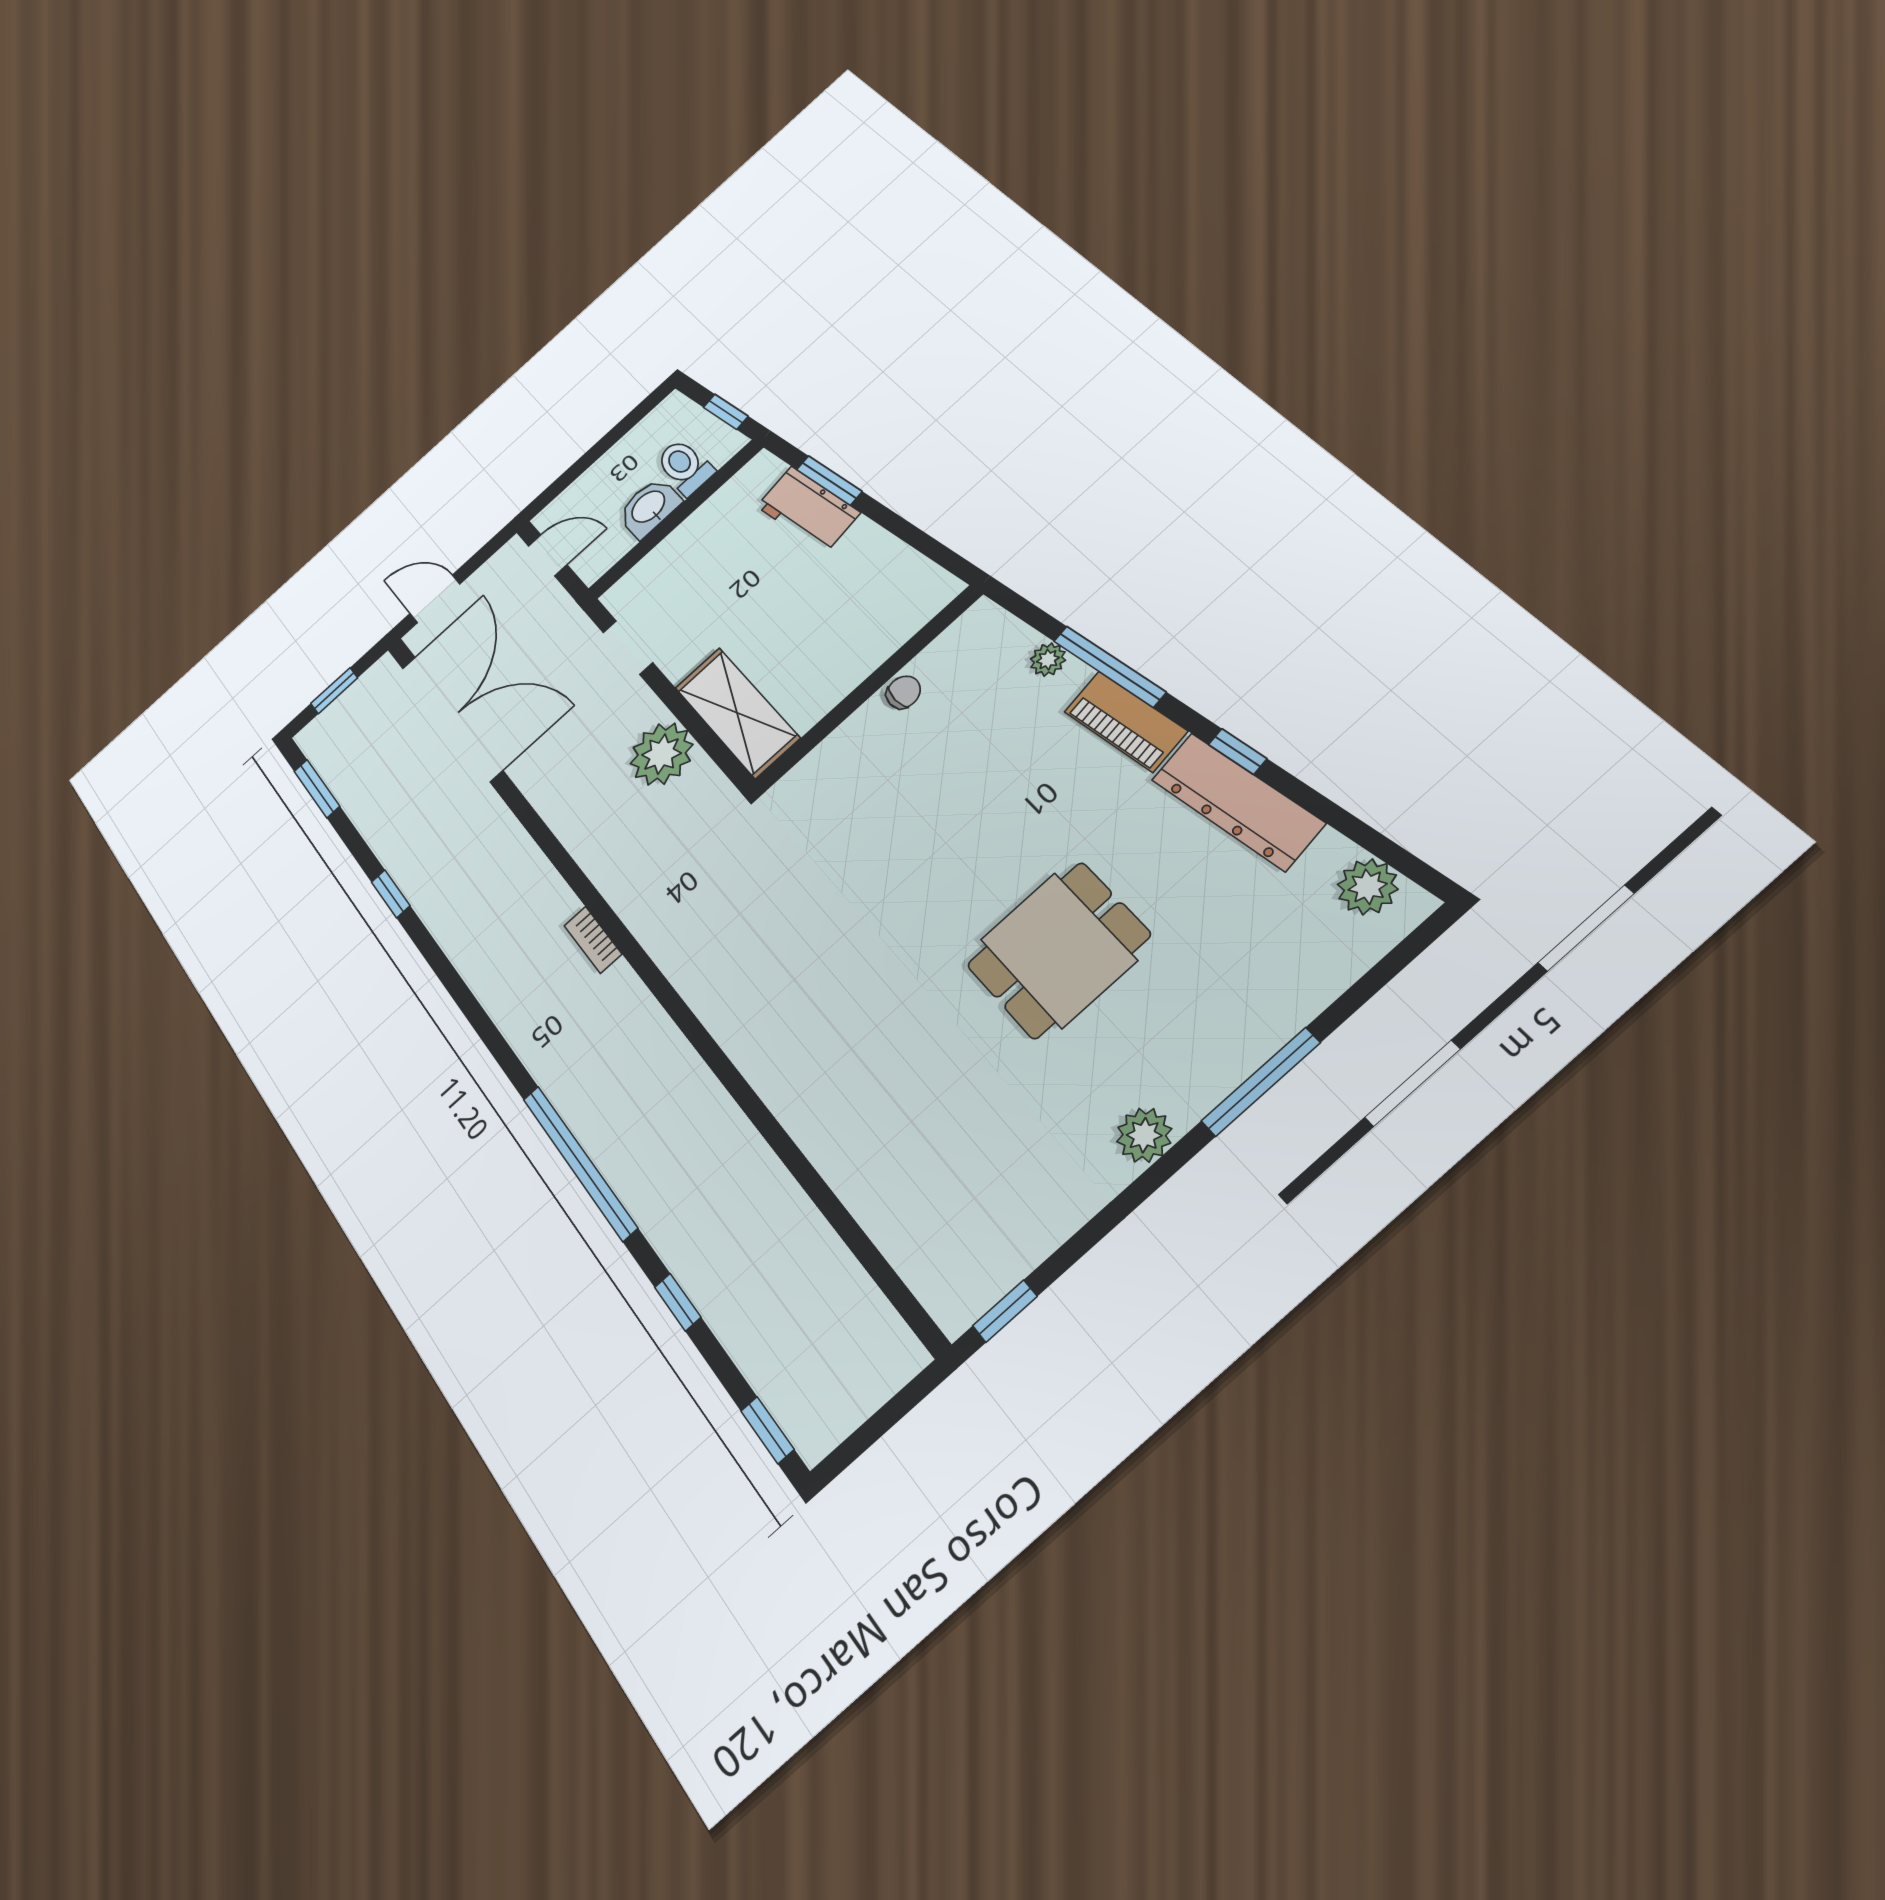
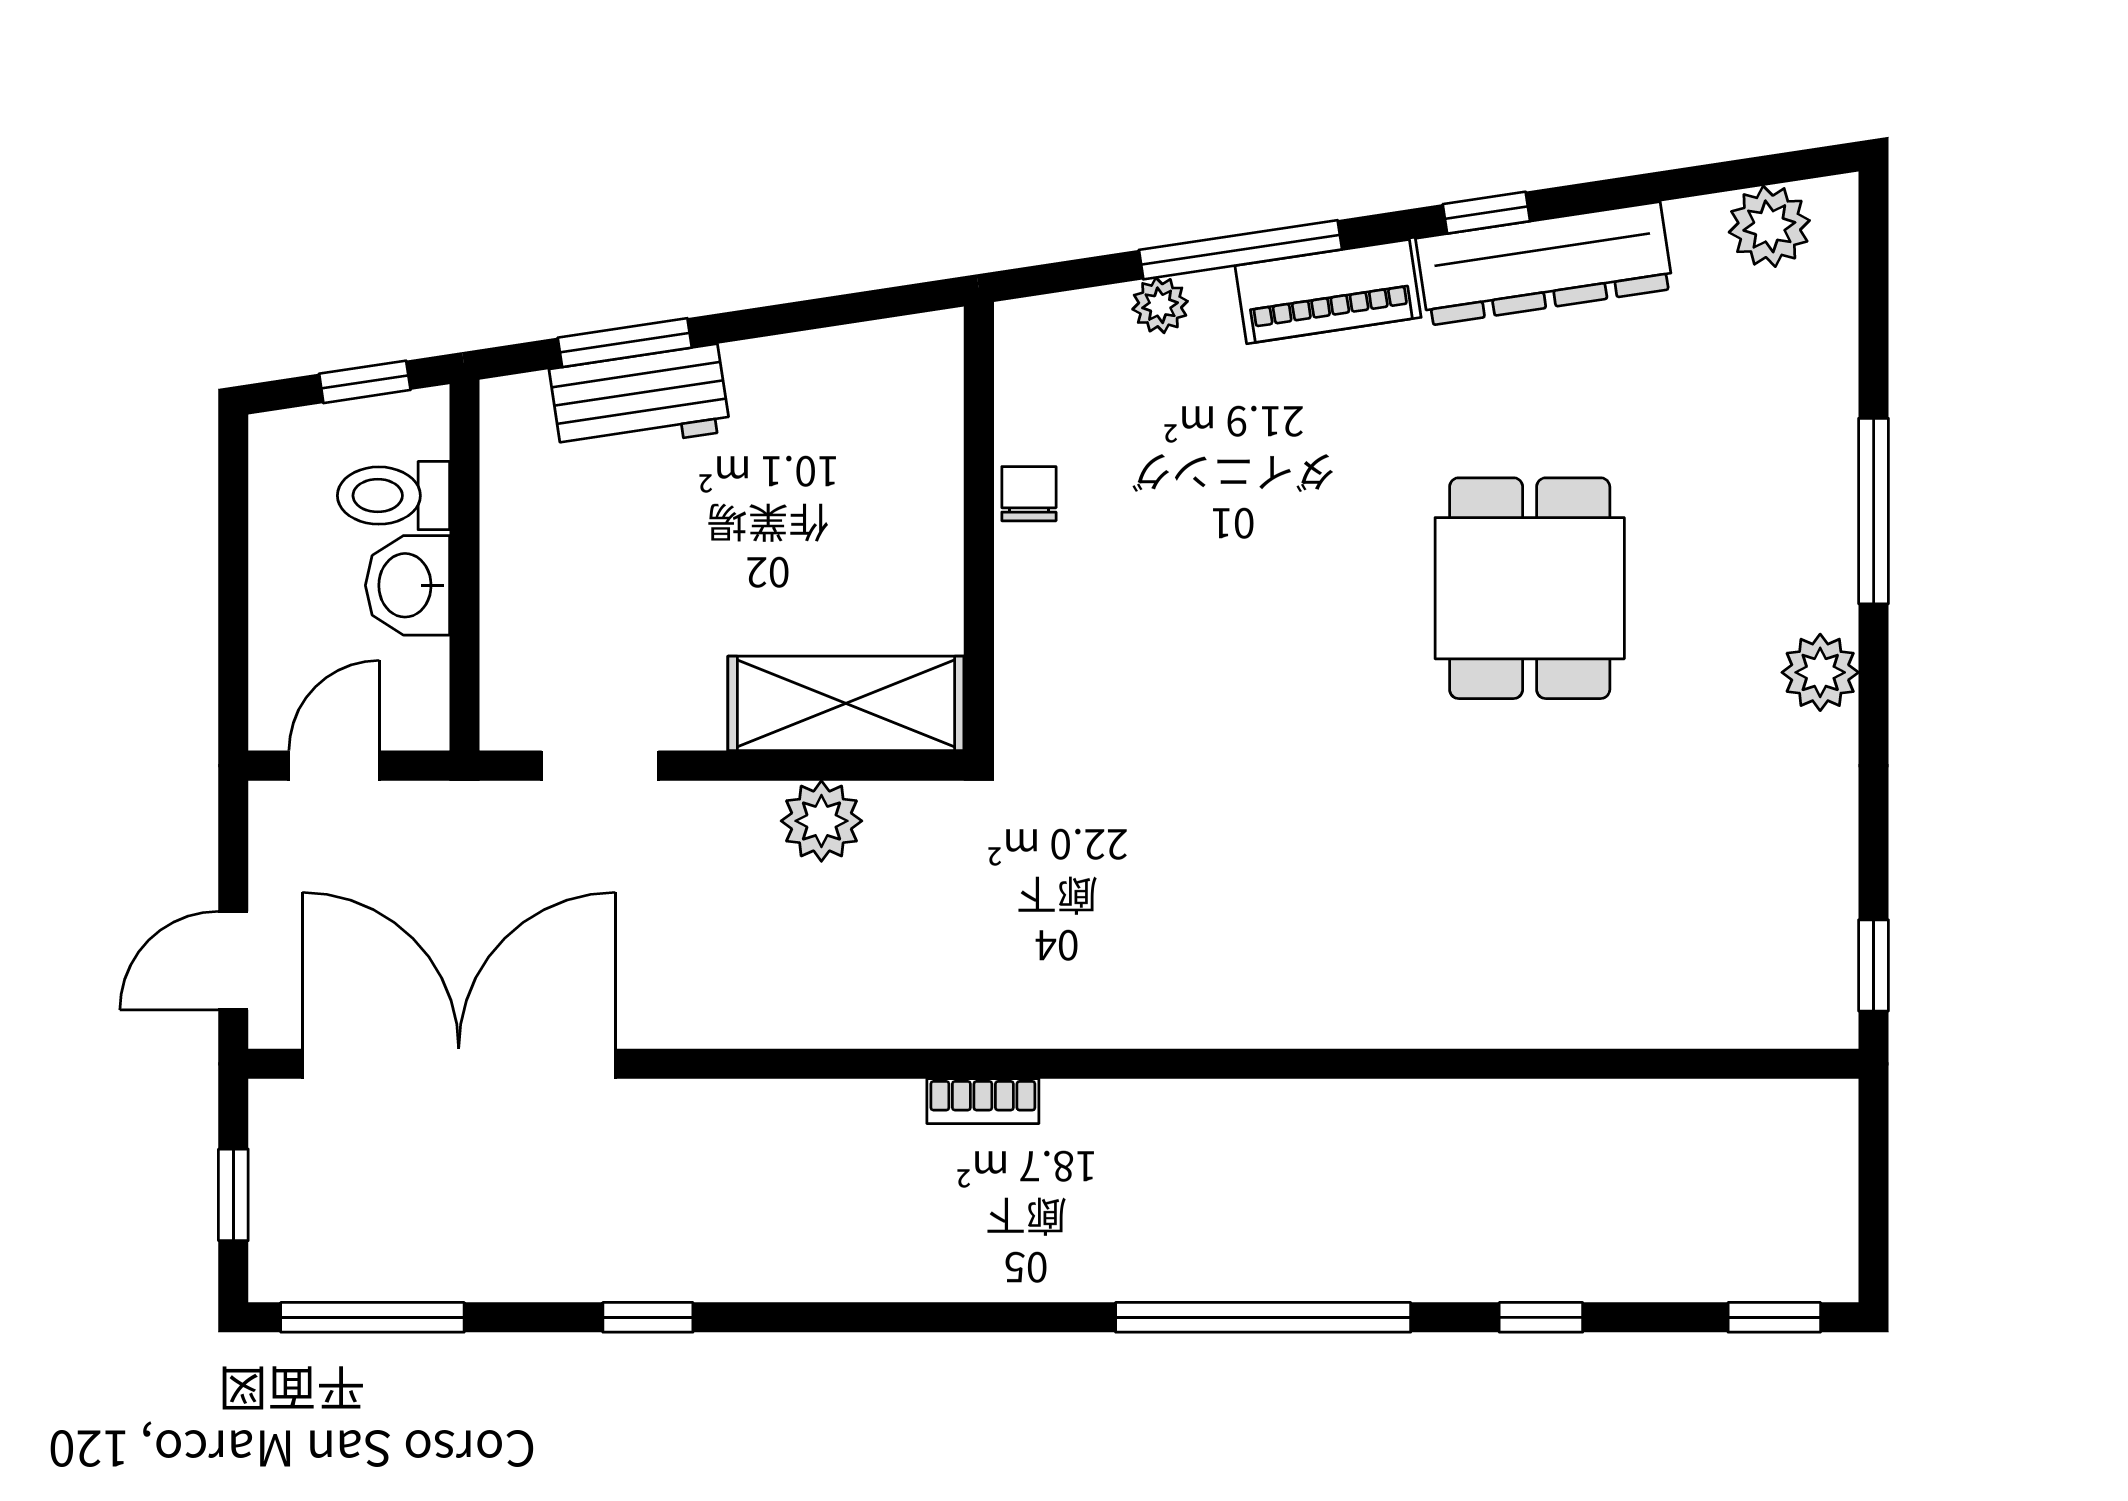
plant: (662, 754) -> (821, 821), width x0.73, depth x0.73
window: (317, 789) -> (372, 1317), width x1.44

